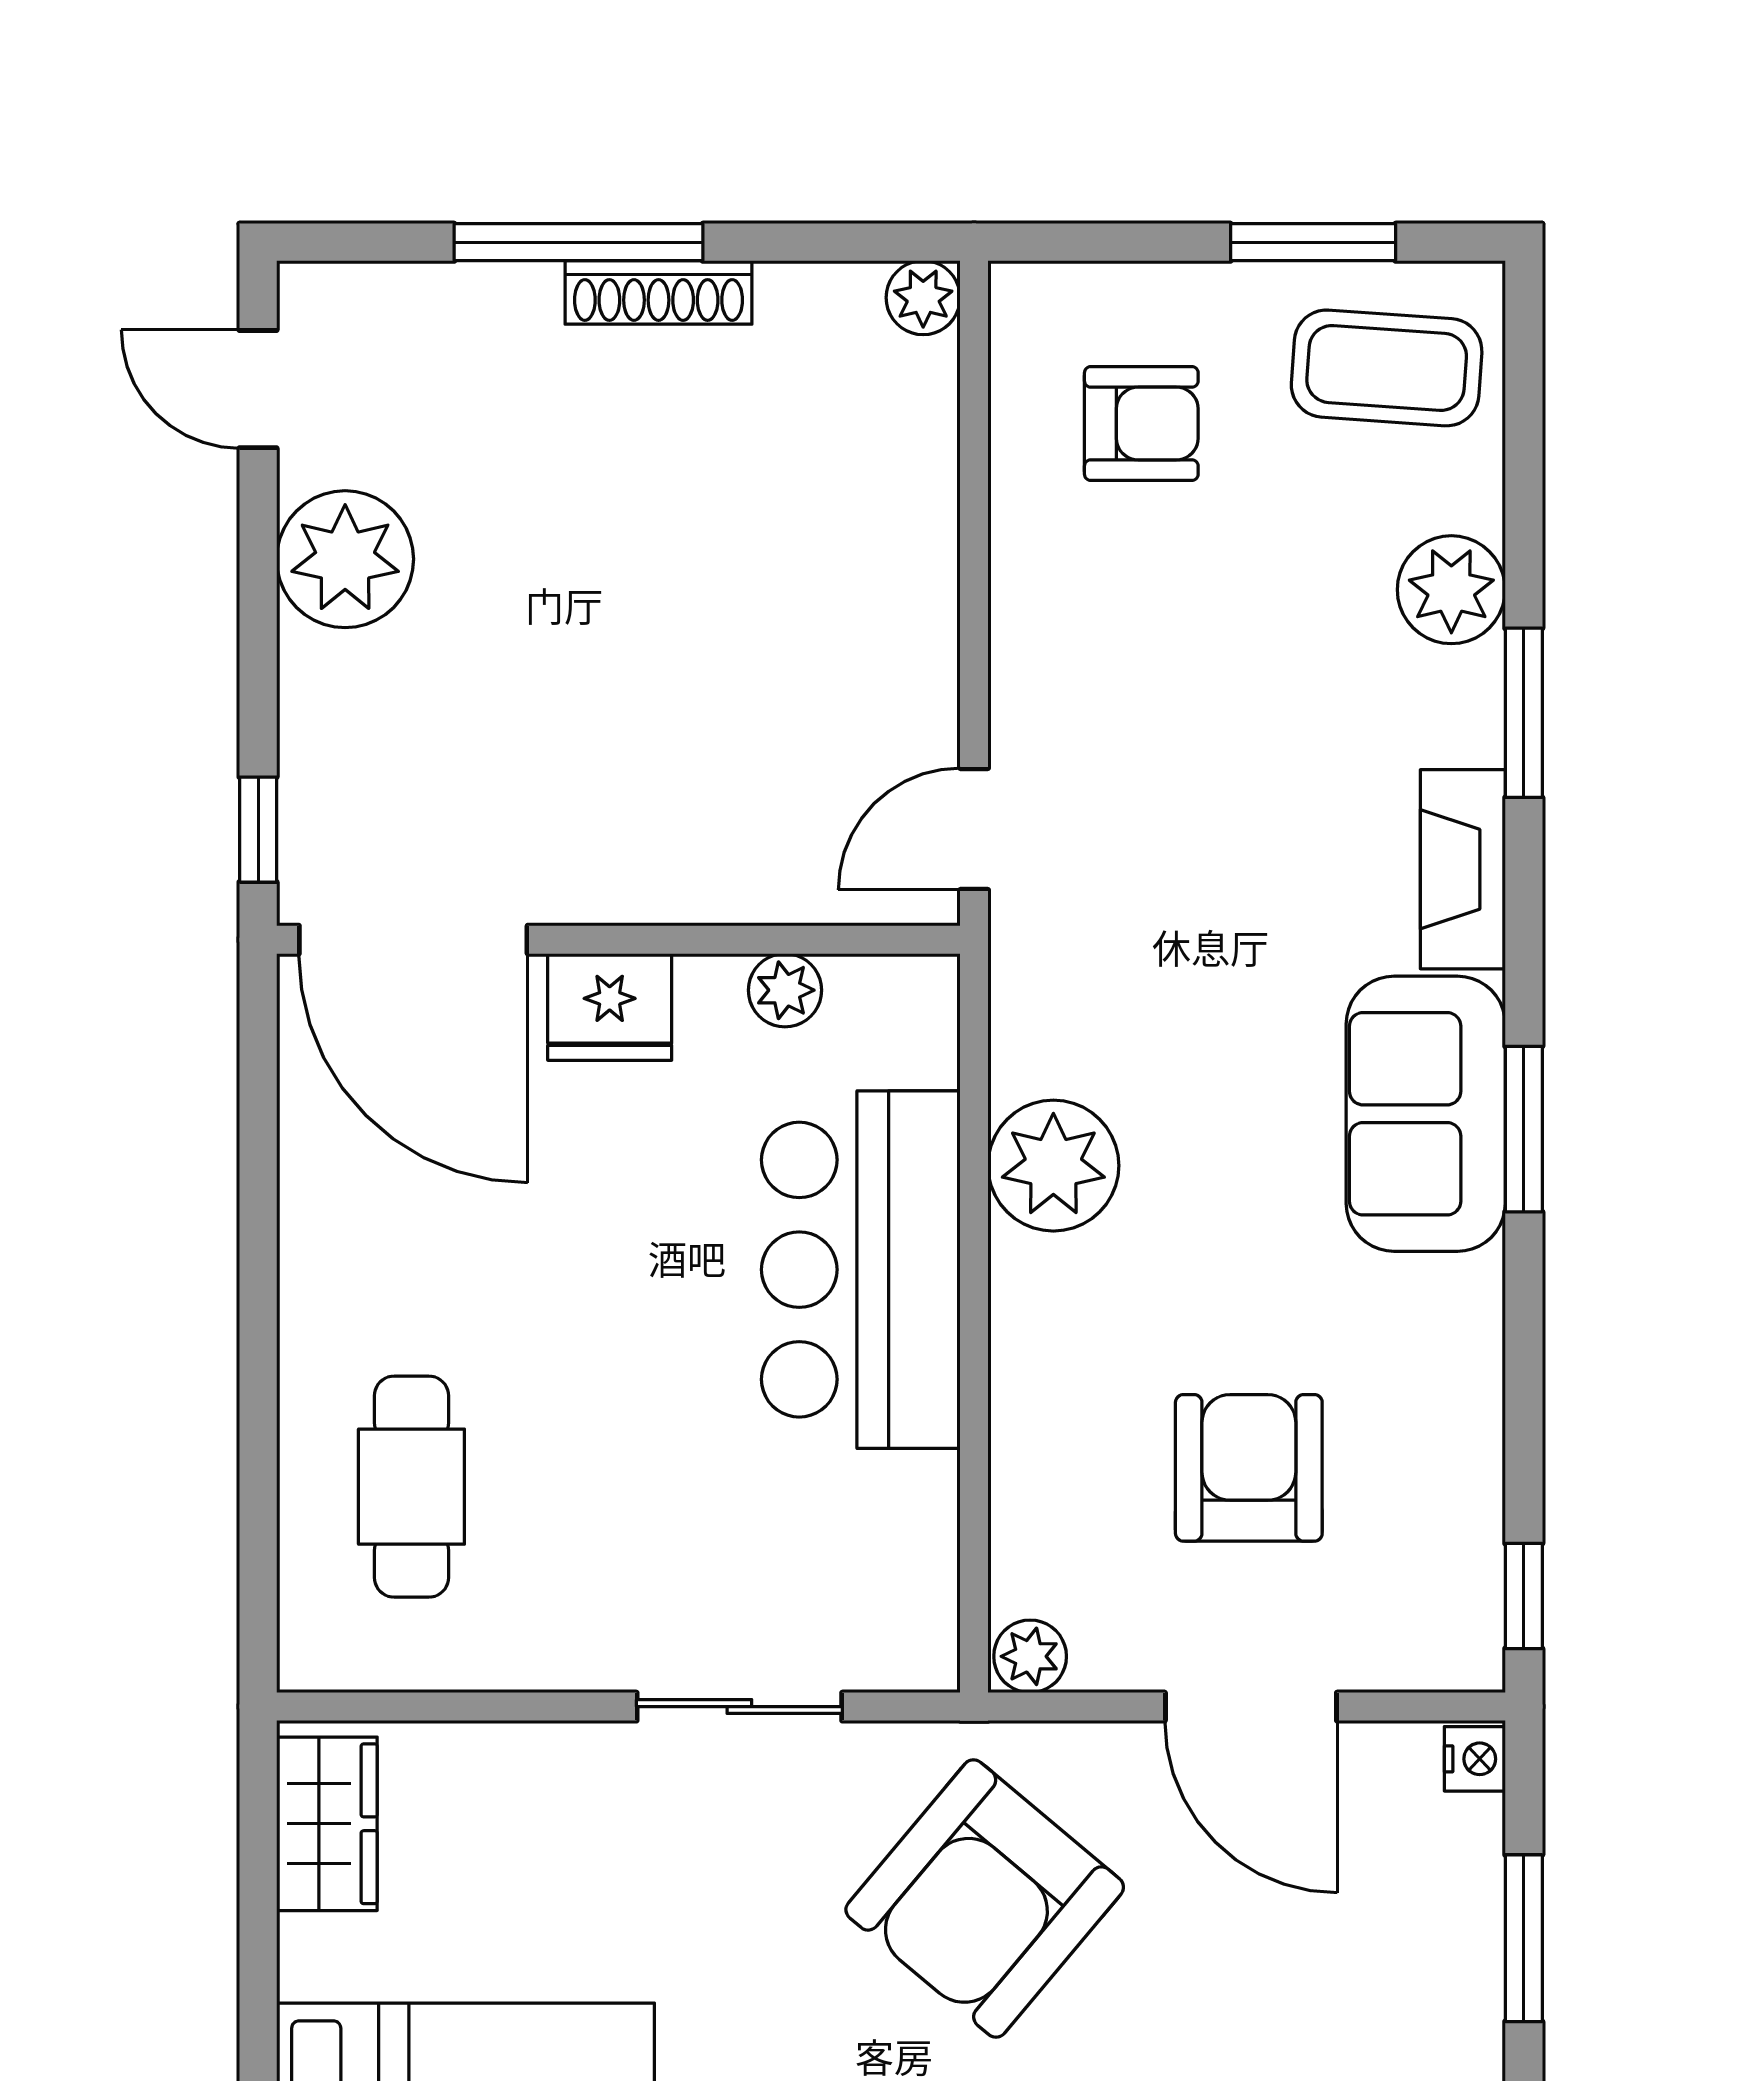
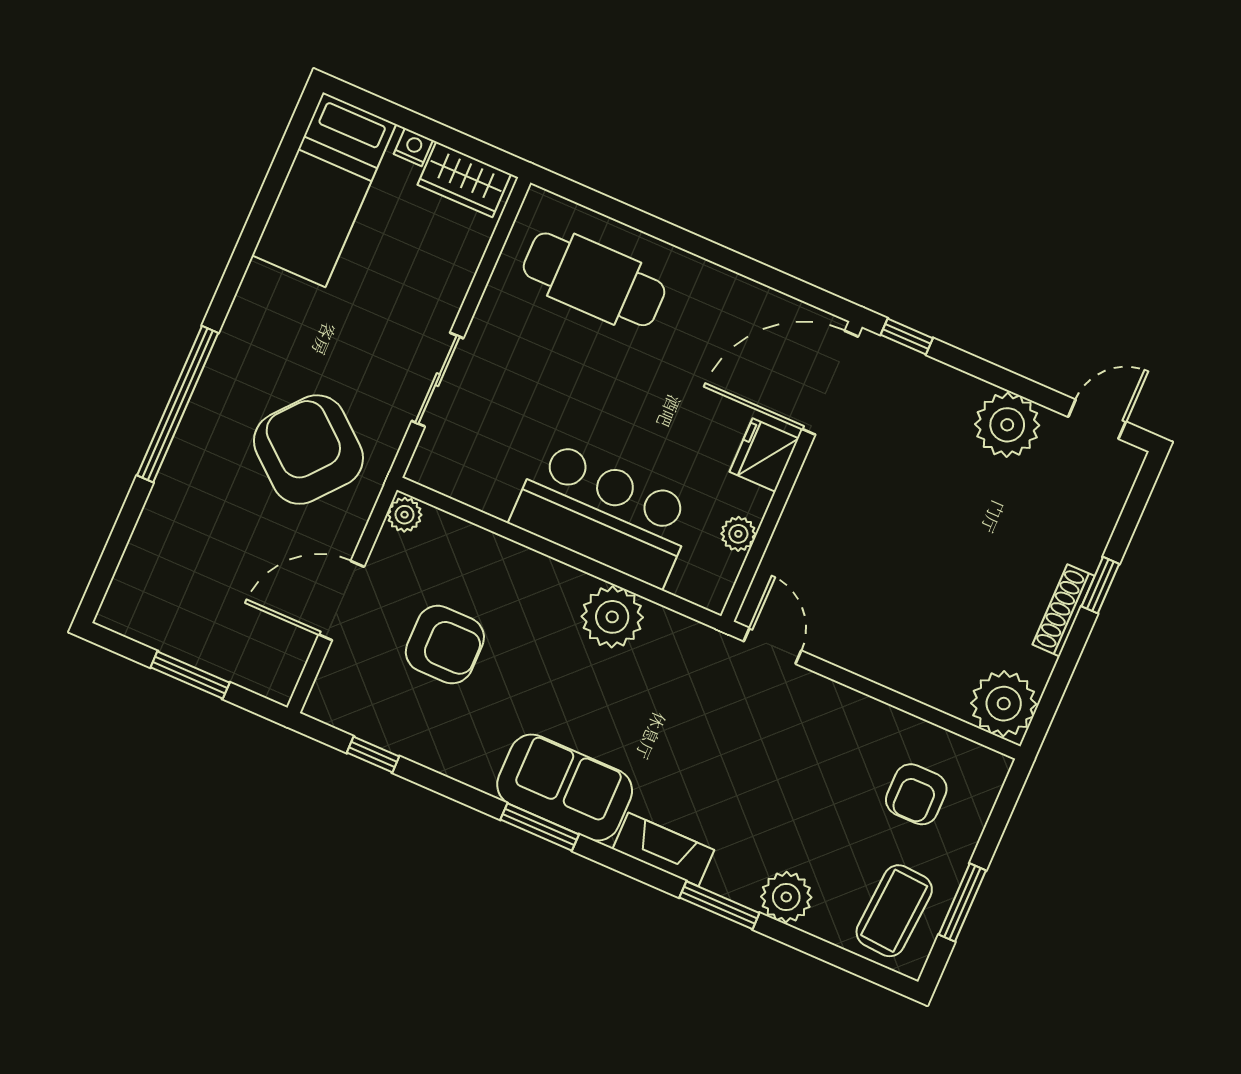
window: (578, 242) -> (1100, 585), width x0.46
plant: (923, 298) -> (1004, 704), width x1.88, depth x1.88
cafe table: (411, 1487) -> (594, 279), width x1.37, depth x1.35
window: (1524, 1596) -> (373, 755), moved
nightstand: (1475, 1759) -> (413, 147), moved, turned 180

